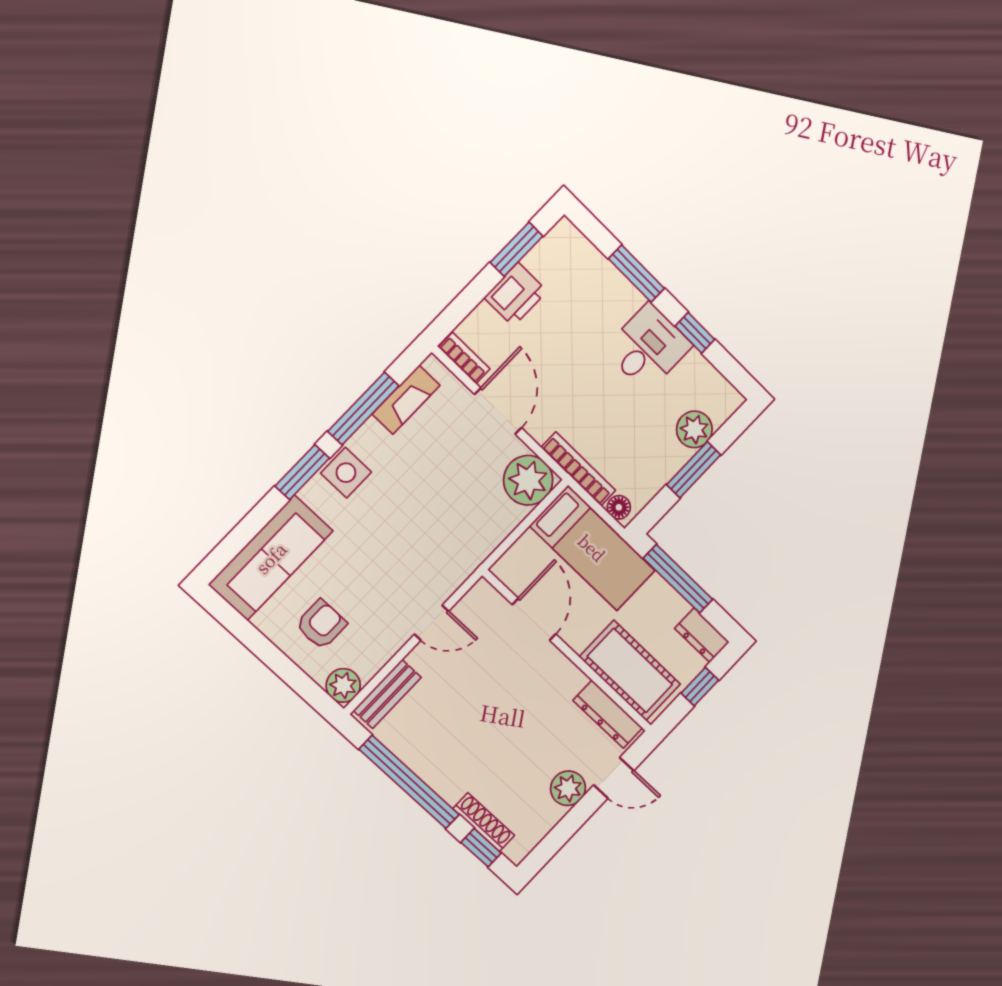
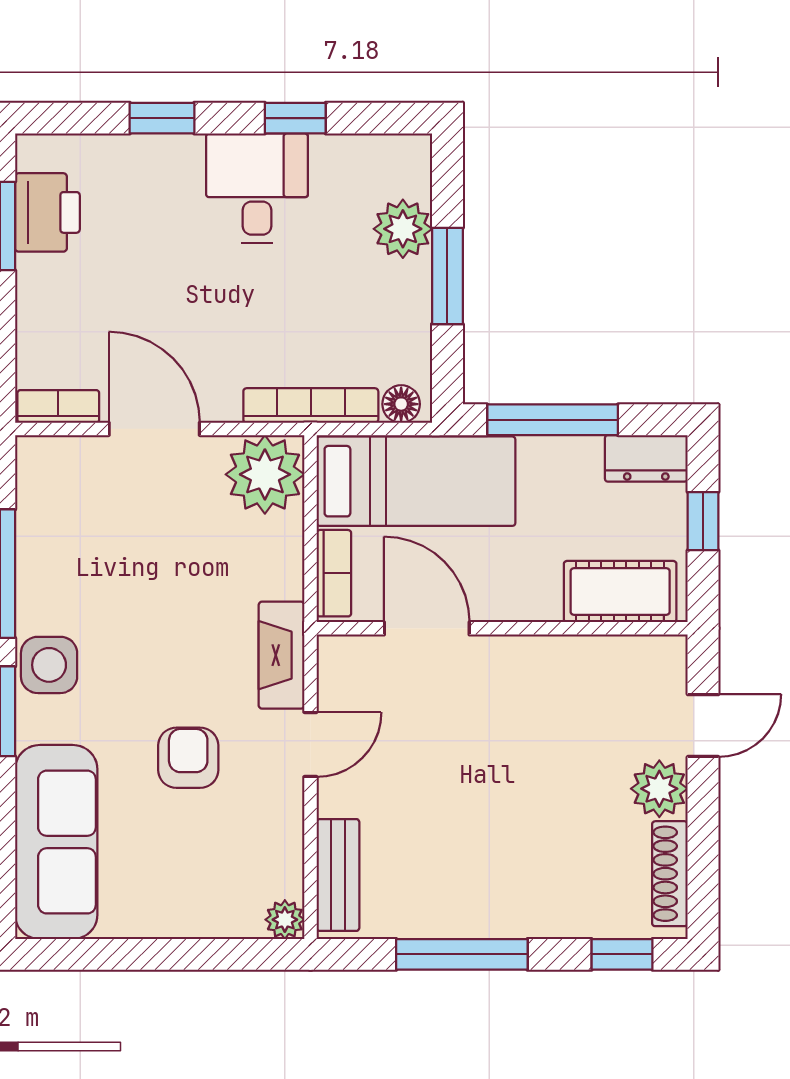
window: (636, 274) -> (162, 118), width x0.67
printer: (516, 294) -> (47, 212), moved
fireplace: (406, 400) -> (282, 655), moved, turned 180
bookcase: (516, 555) -> (334, 573), added
armchair: (321, 624) -> (188, 758), moved
cot: (630, 671) -> (620, 592), width x0.73, depth x0.75
plant: (343, 685) -> (285, 920), width x0.73, depth x0.73
dresser: (608, 714) -> (623, 657), removed
window: (409, 782) -> (462, 954), width x0.68
shoe rack: (484, 822) -> (670, 874), moved, turned -90

